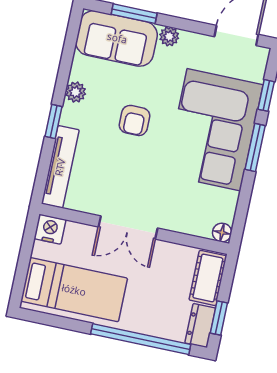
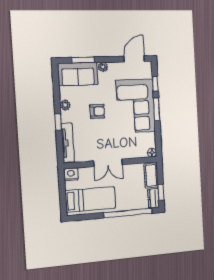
armchair: (134, 120) -> (97, 111), turned -90

